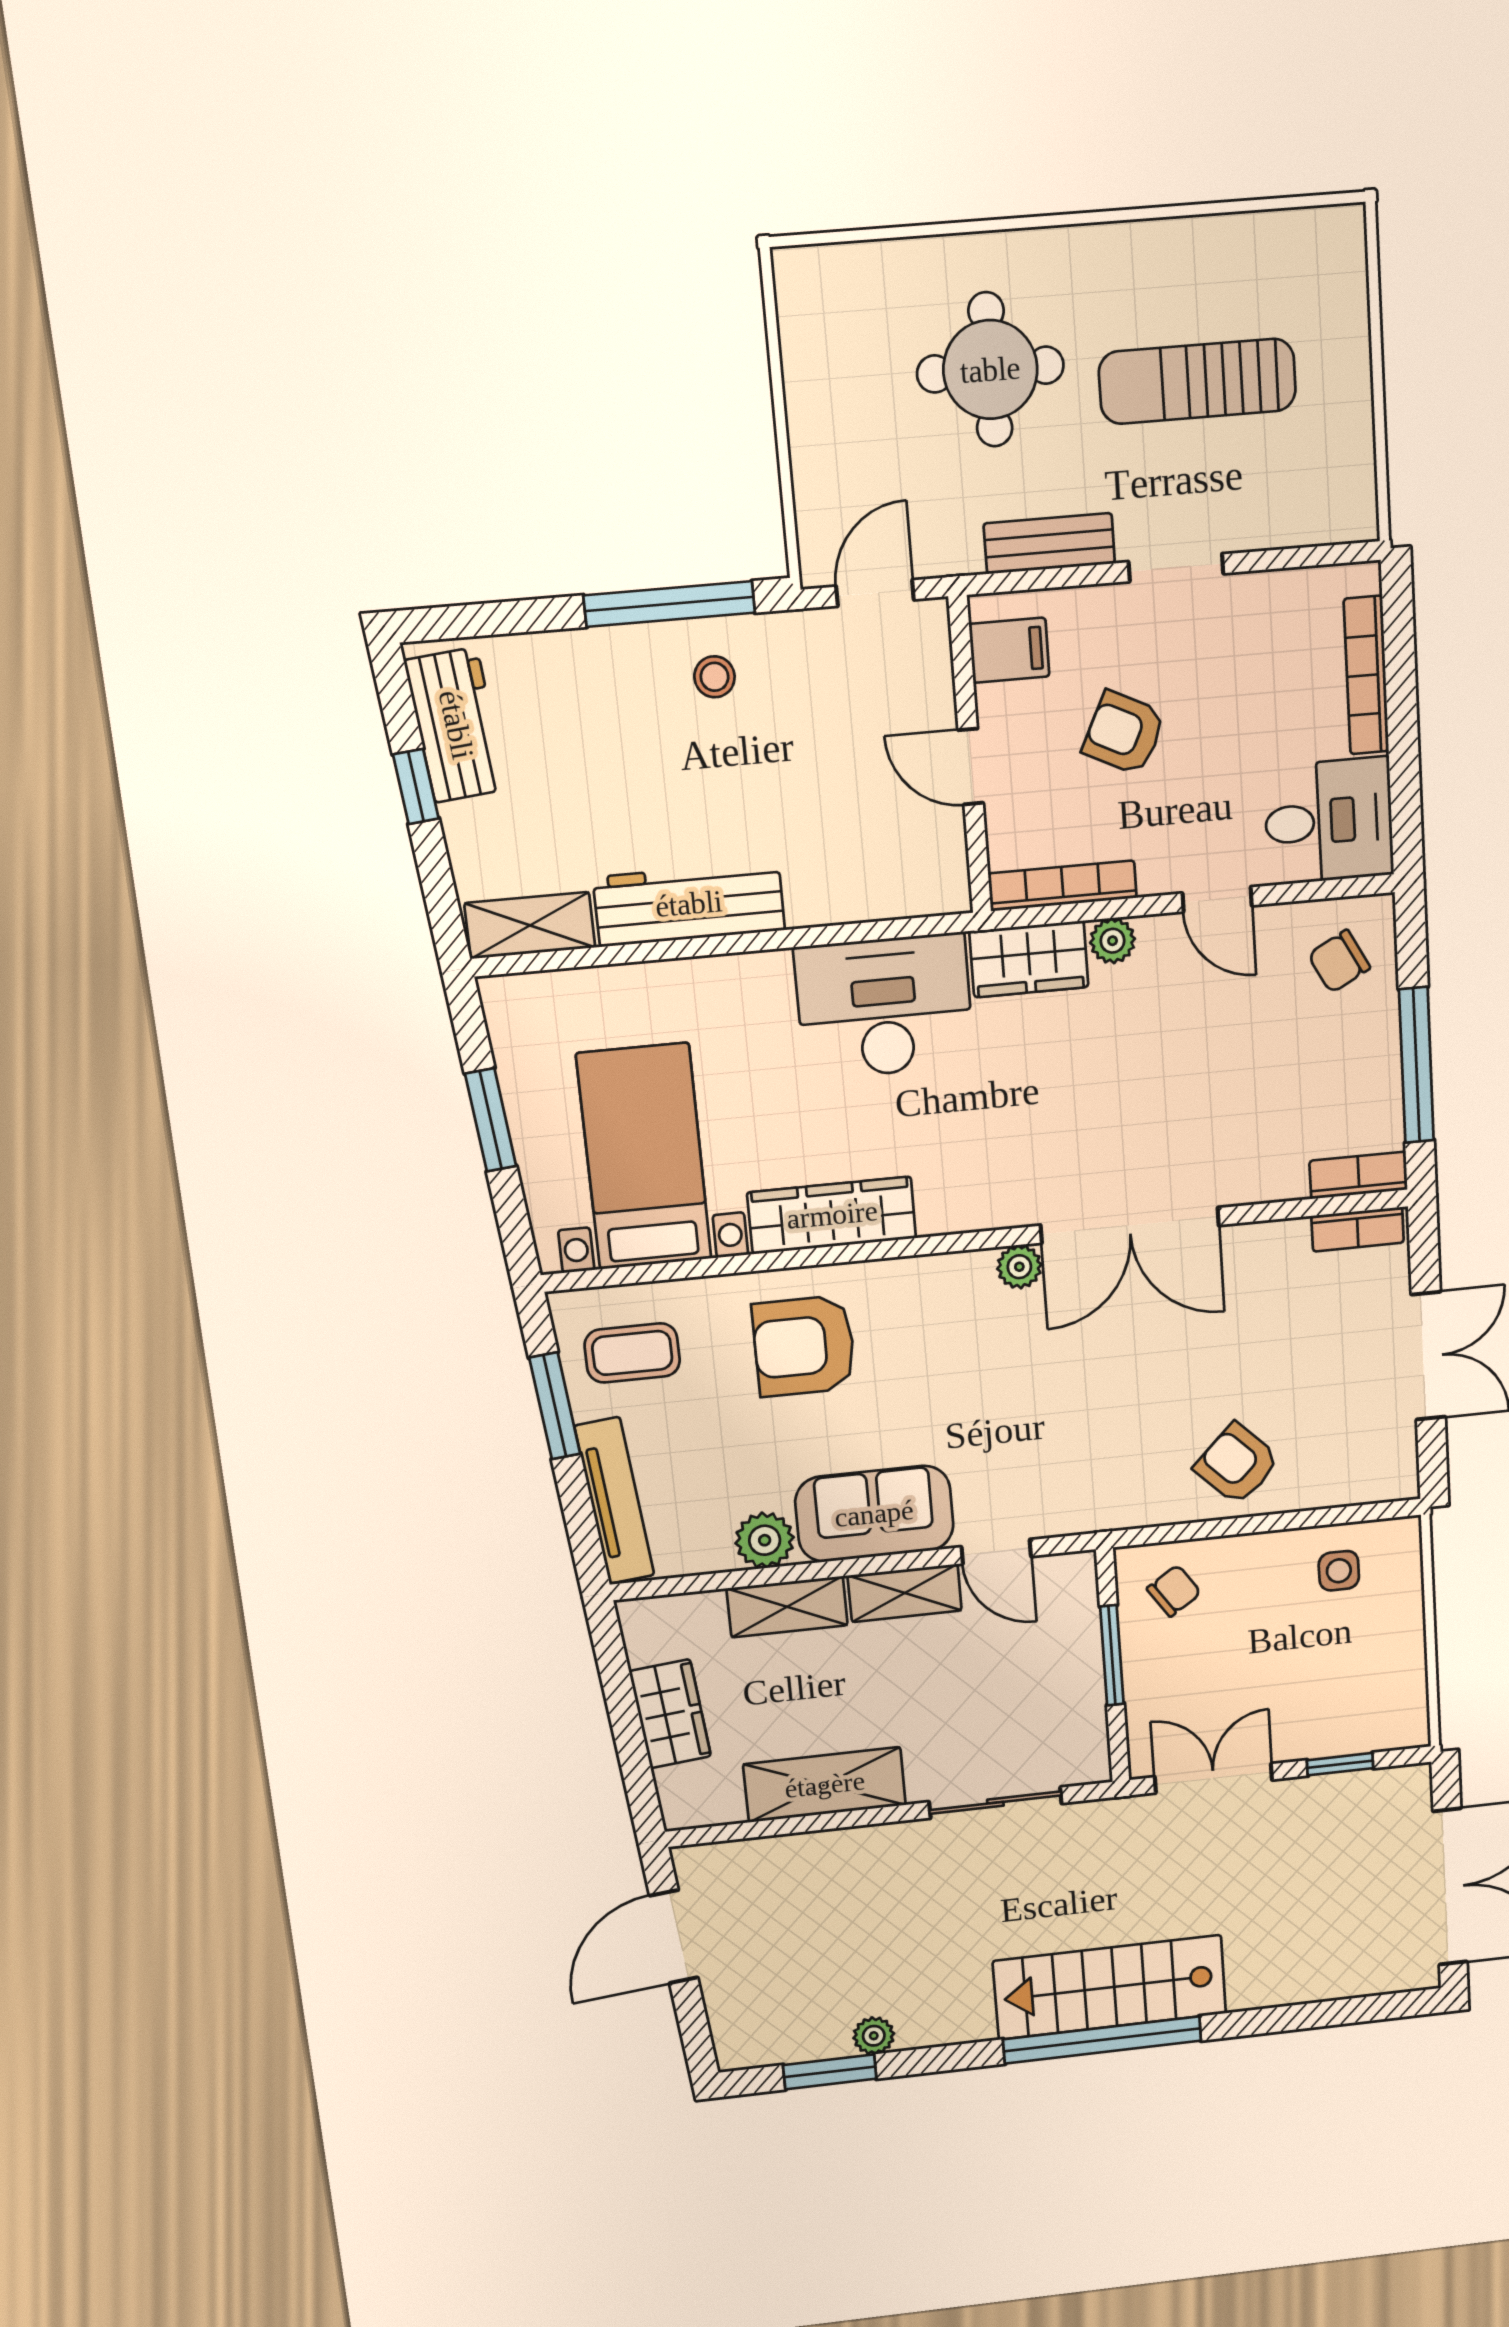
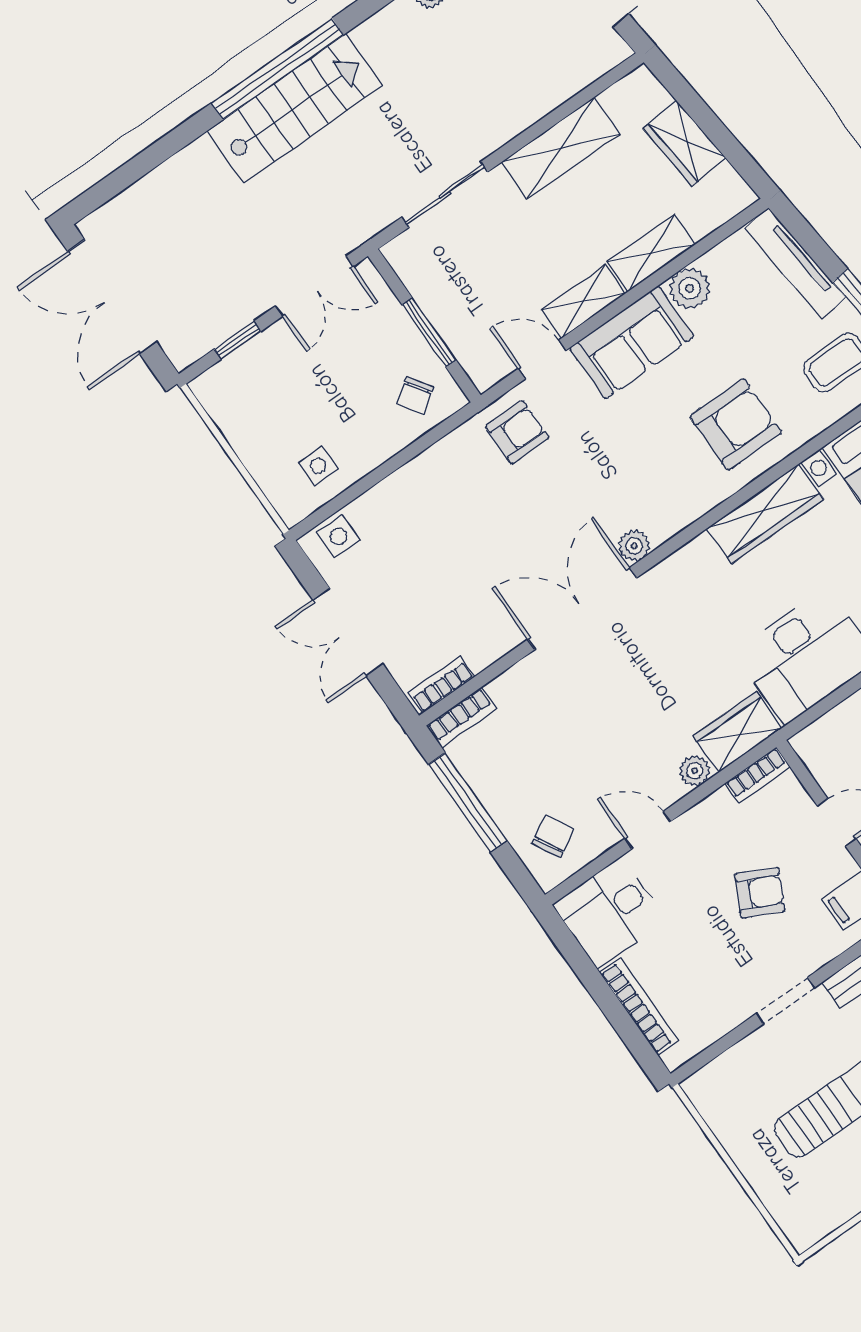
bookcase: (1063, 886) -> (758, 775), width x0.64
armchair: (1237, 1464) -> (517, 432), moved, turned -45
side table: (1368, 1475) -> (339, 536), added

